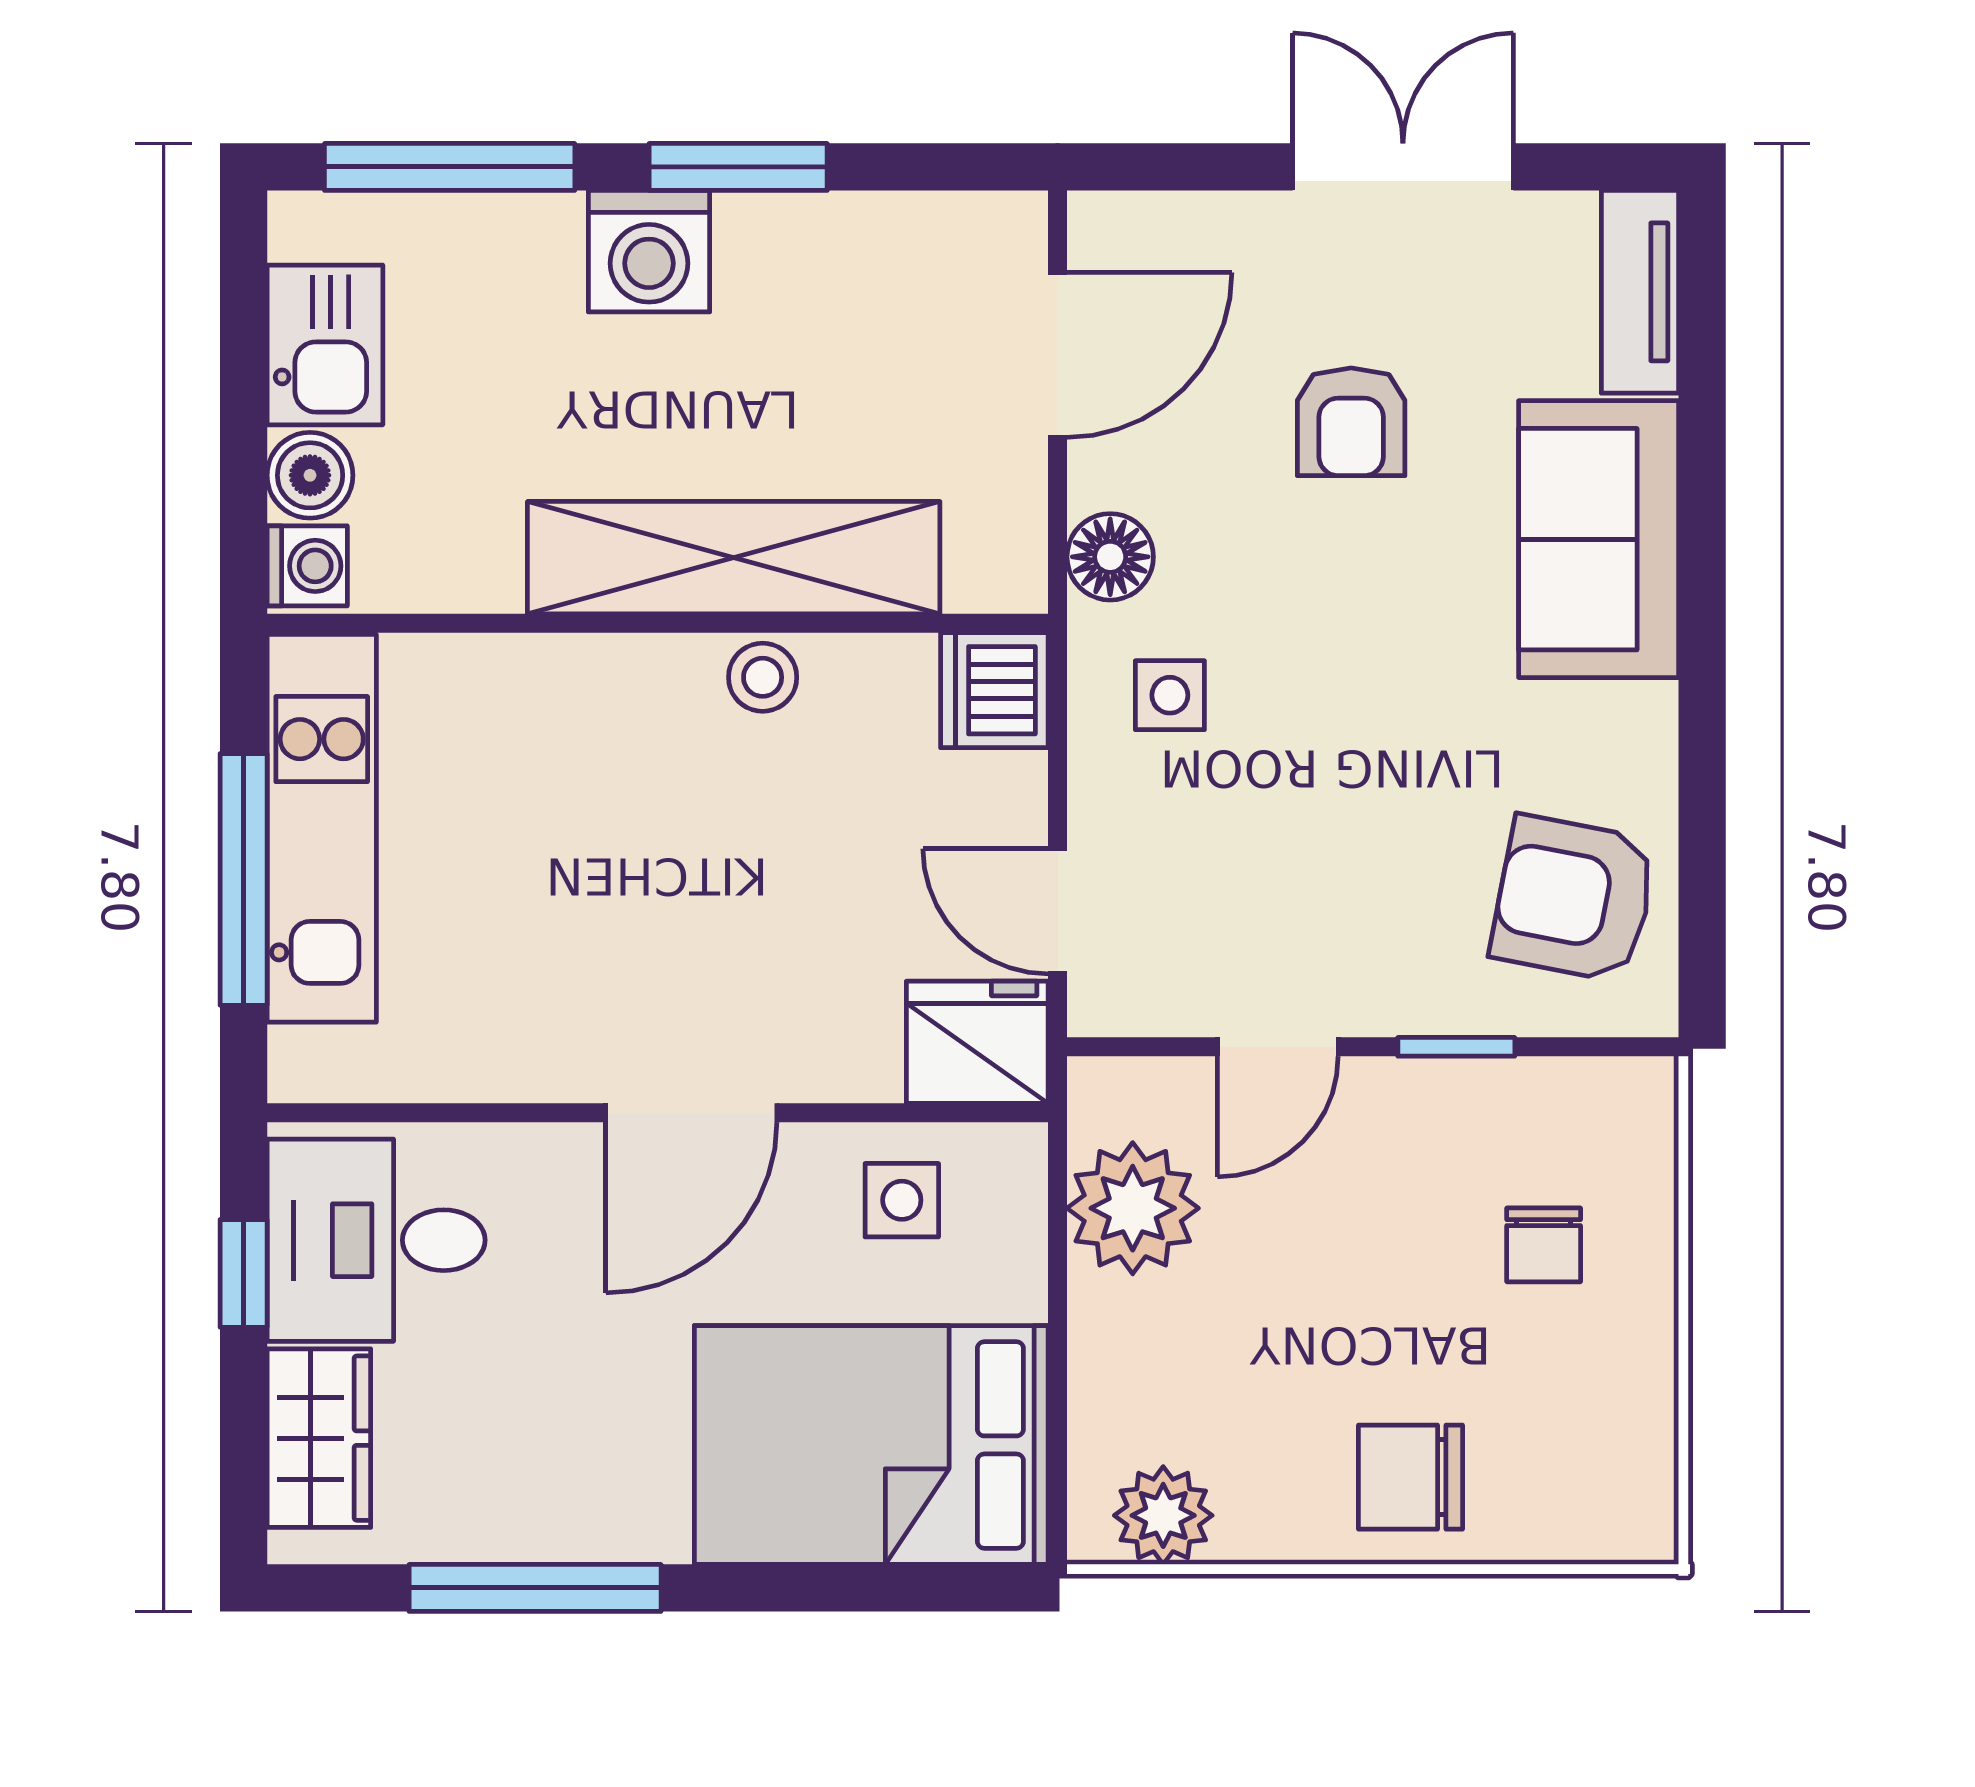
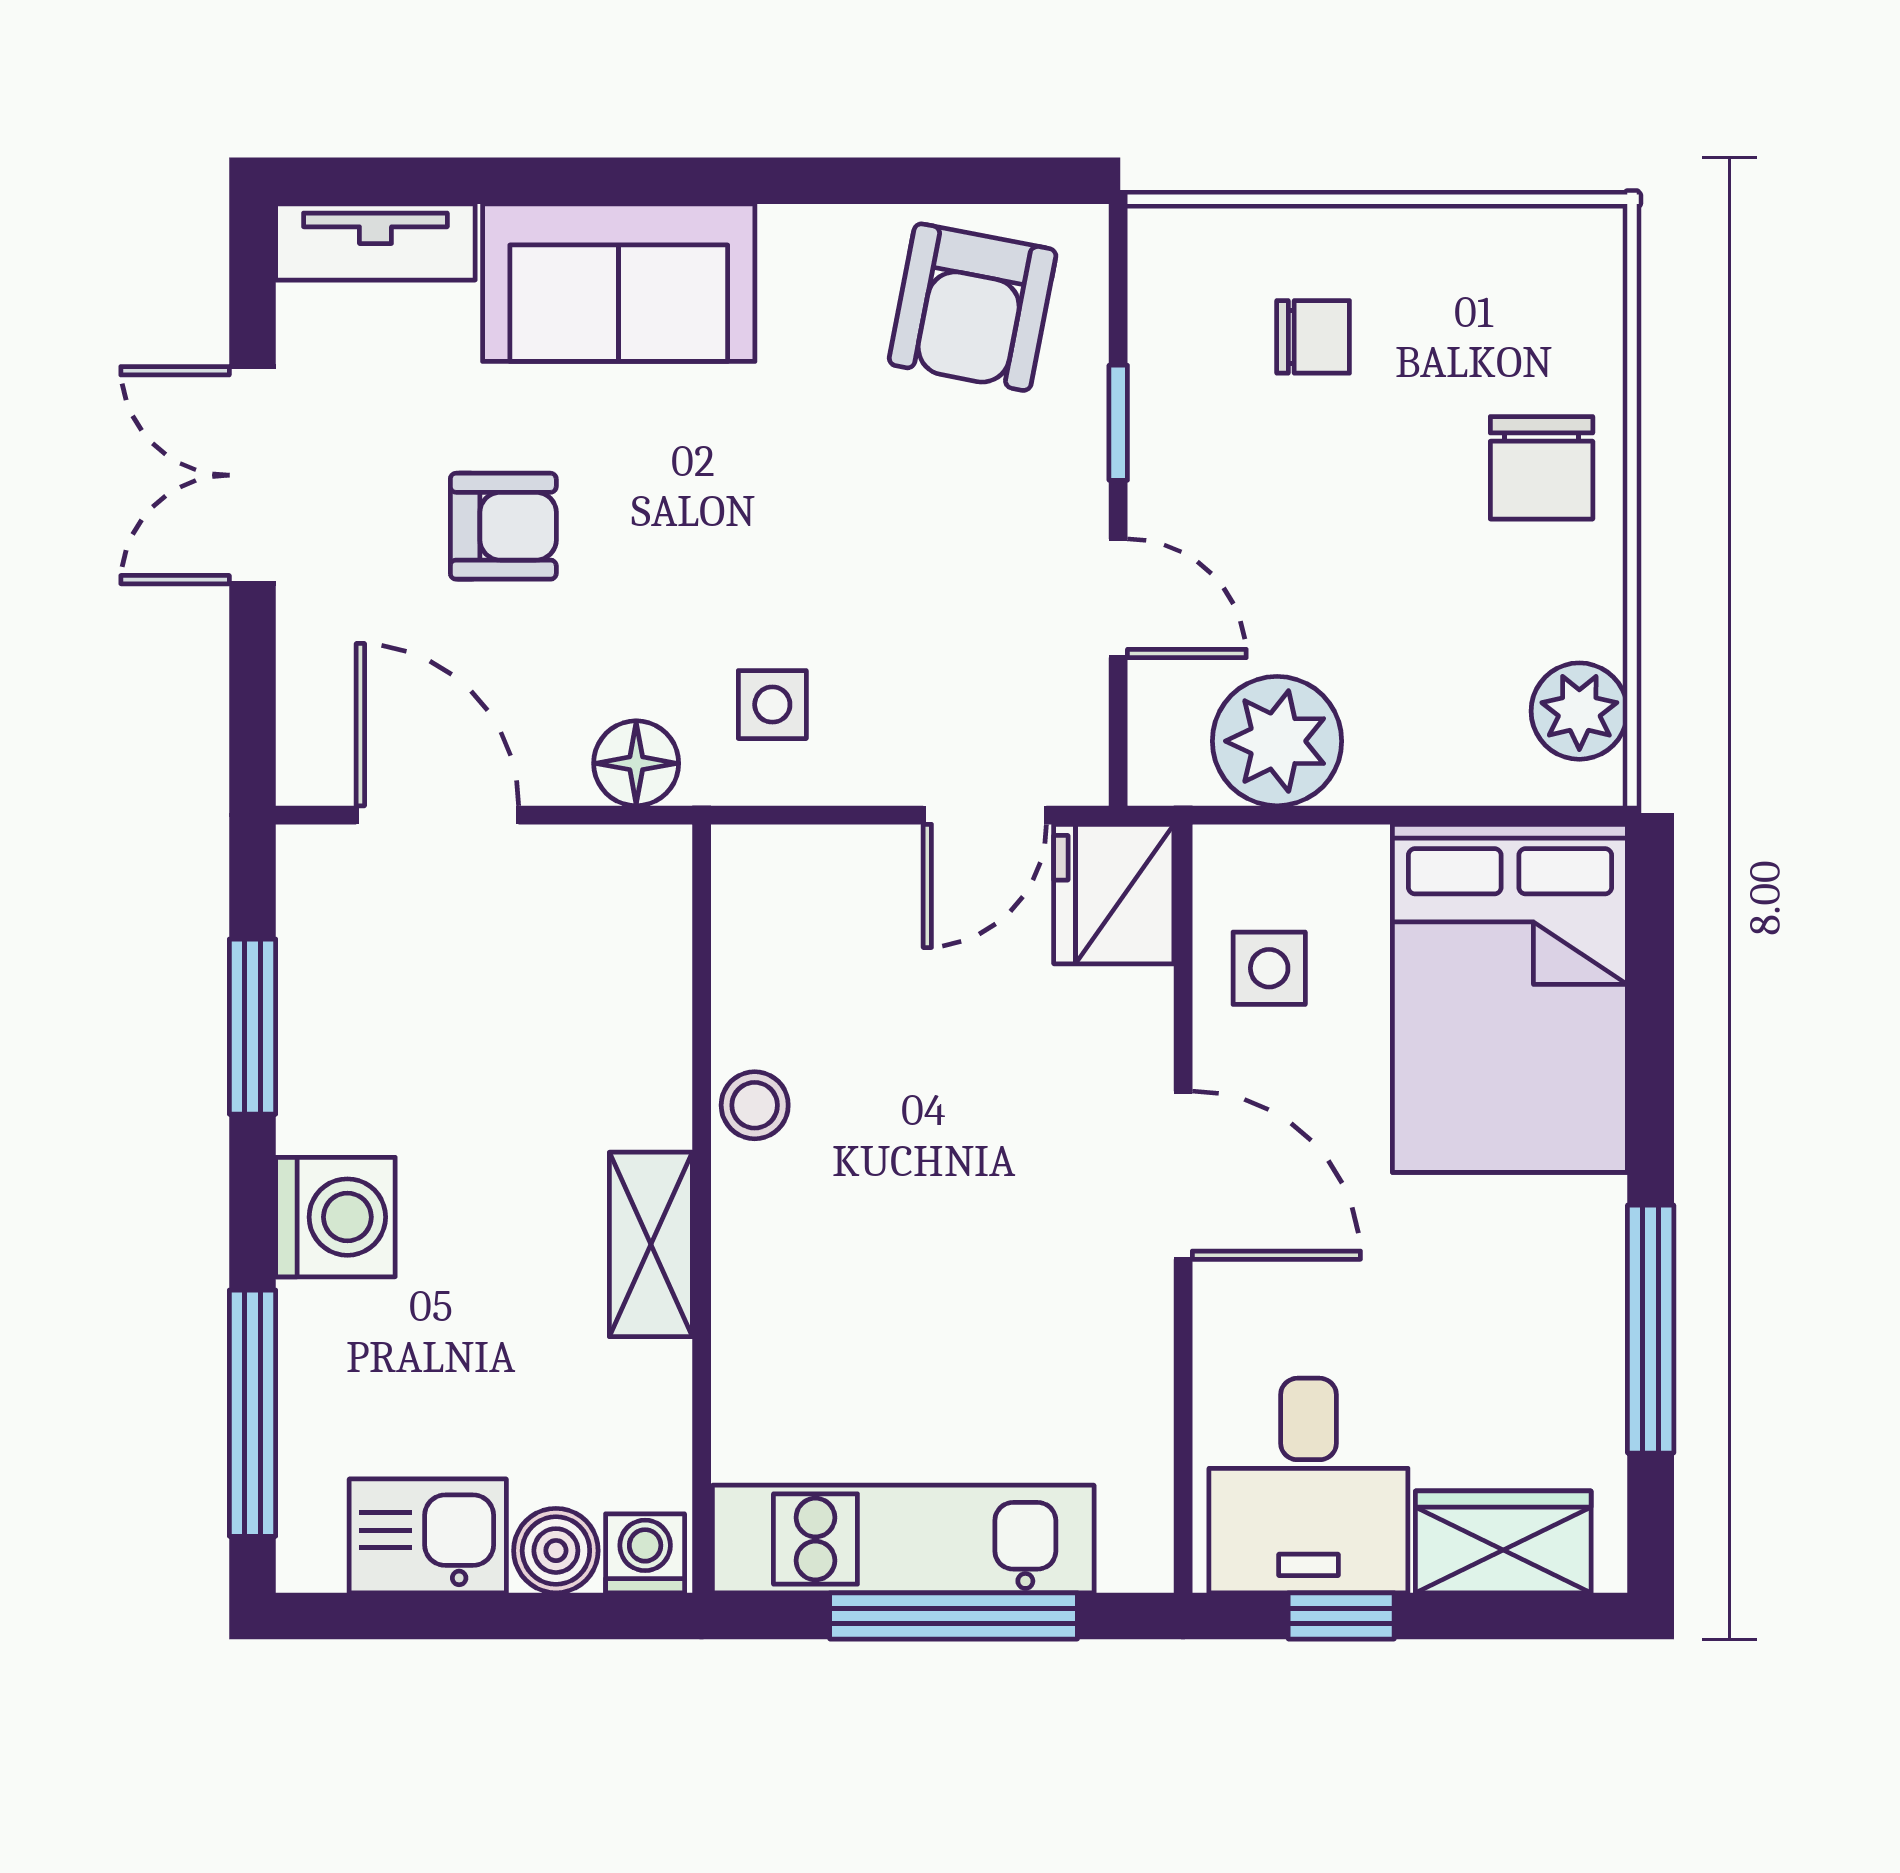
window: (738, 167) -> (253, 1027), moved
shelving: (734, 558) -> (651, 1244), width x0.45, depth x0.75
dishwasher: (994, 690) -> (767, 877), removed

